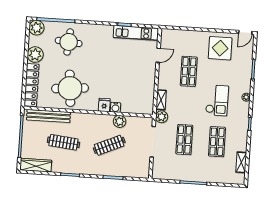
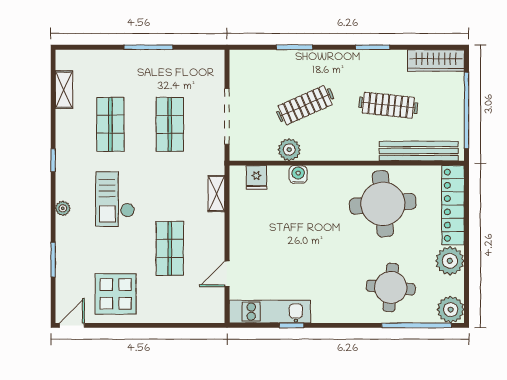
fridge: (104, 105) -> (256, 178), moved
plant: (162, 117) -> (214, 163), removed

